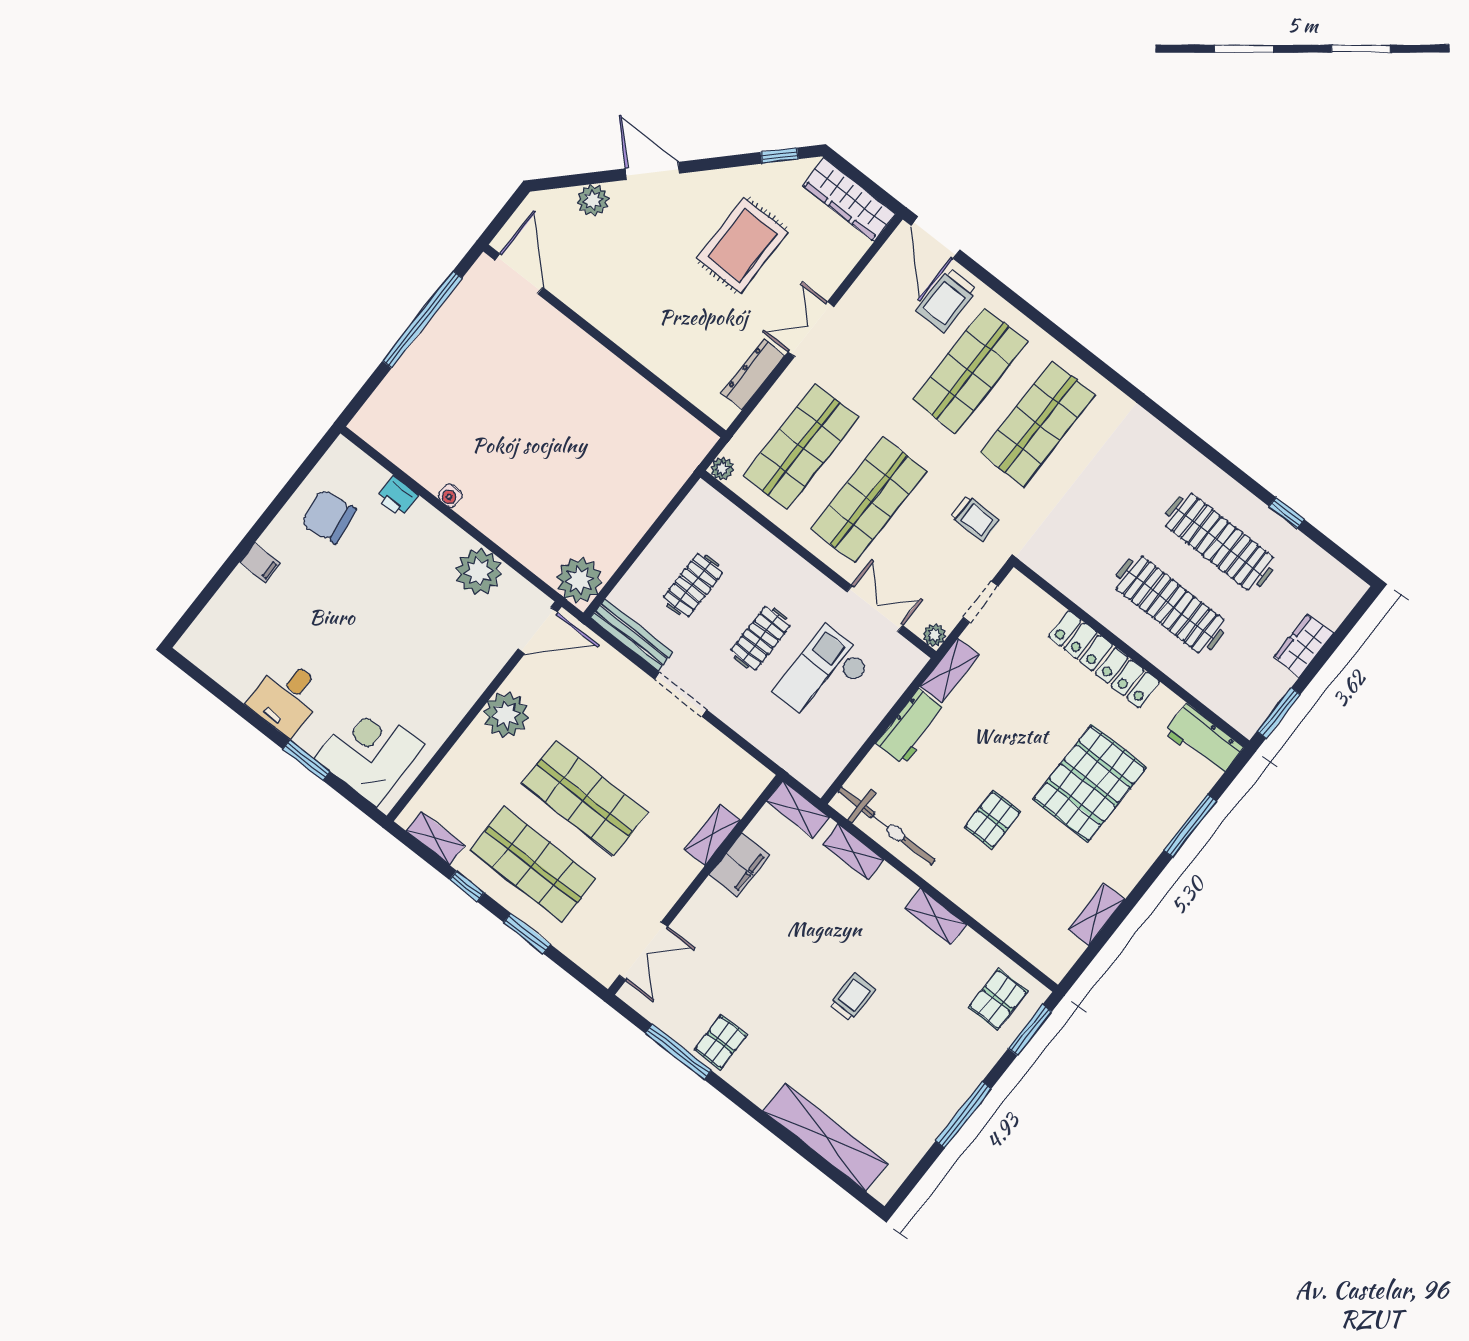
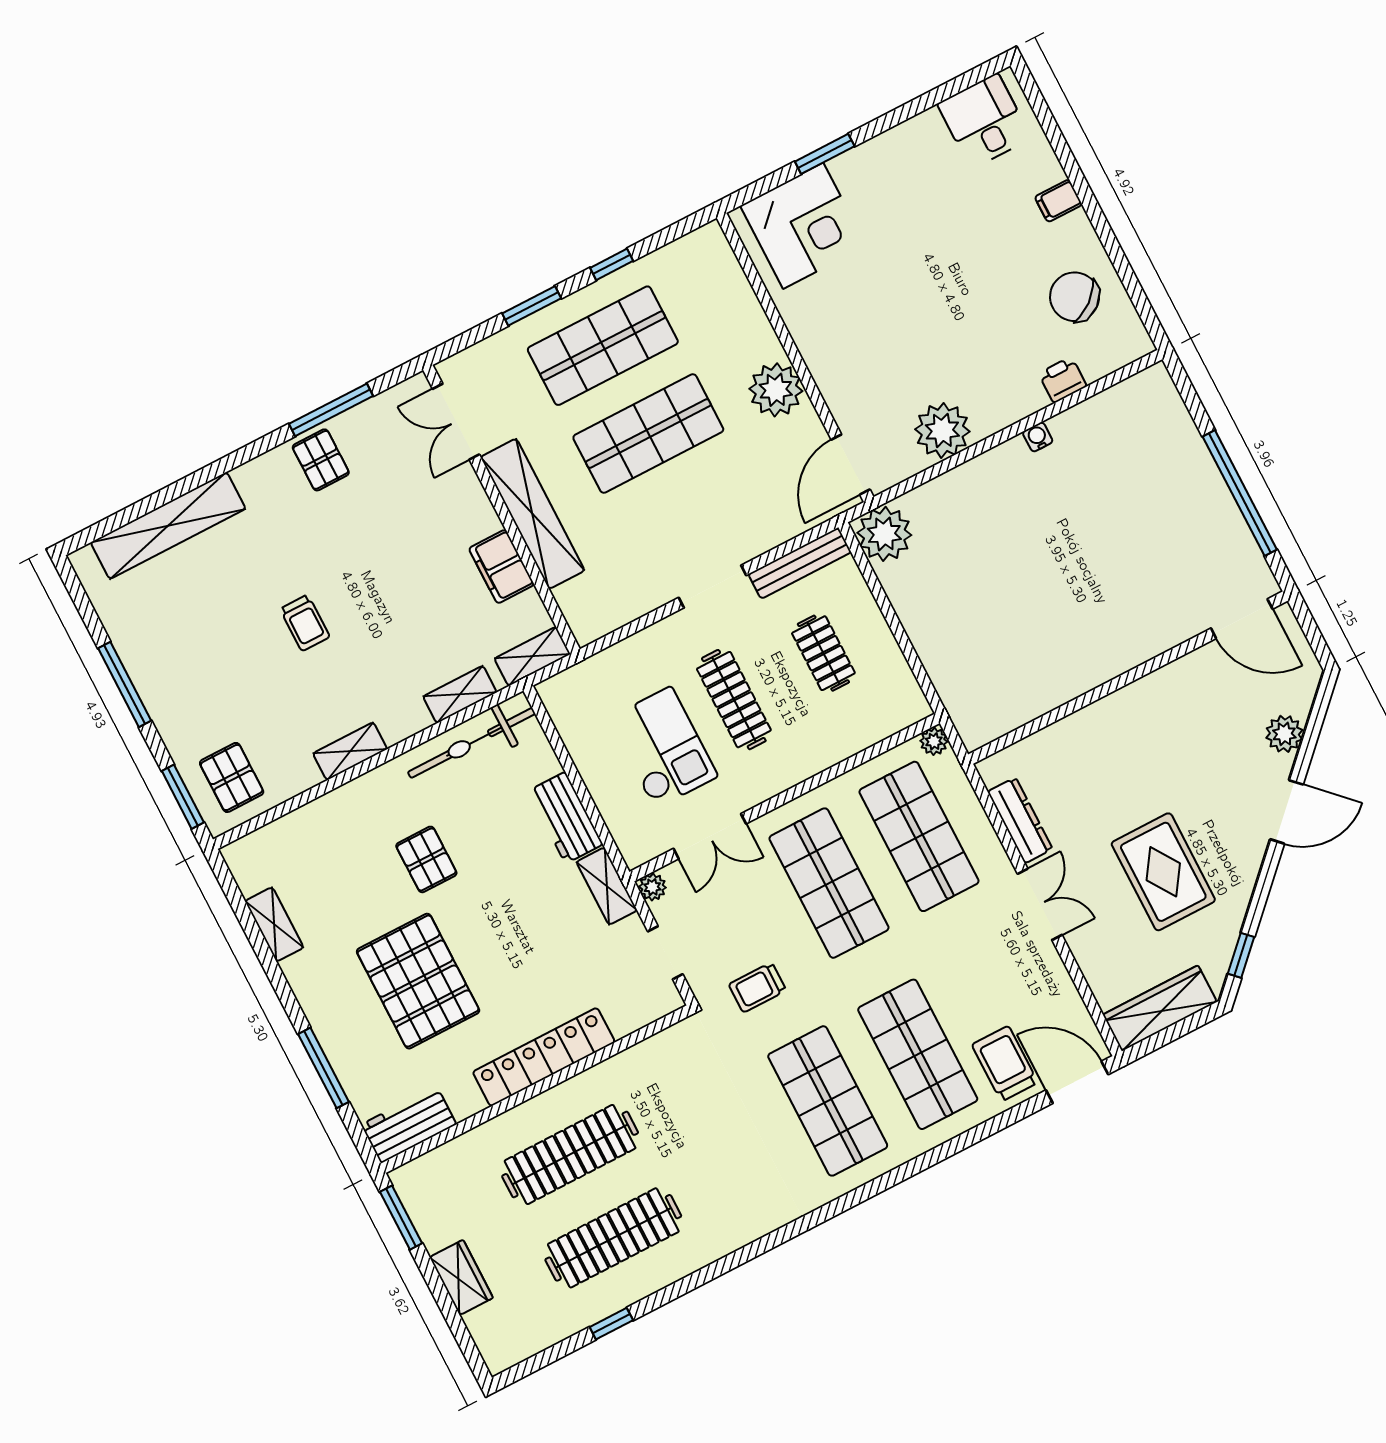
chair: (329, 517) -> (1075, 297), turned -121
clothes rail: (760, 638) -> (734, 700), width x1.36
desk: (287, 697) -> (984, 121), moved
shelving: (712, 835) -> (532, 514), width x2.20, depth x1.33
shelving: (435, 838) -> (678, 254), removed

